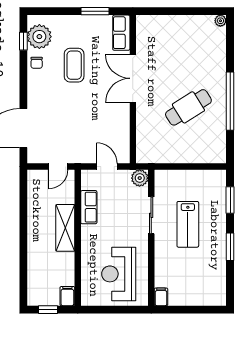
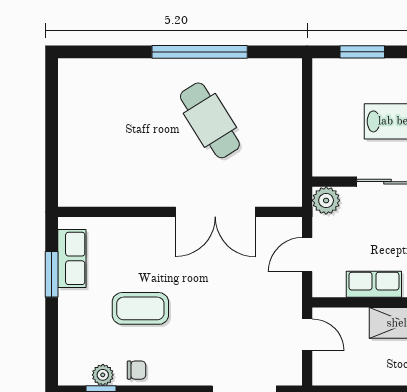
plant: (220, 21) -> (67, 68), removed
row of seats: (121, 33) -> (72, 258), moved, turned -90
plant: (39, 37) -> (103, 375), width x0.53, depth x0.53
double door: (133, 78) -> (215, 212), moved

